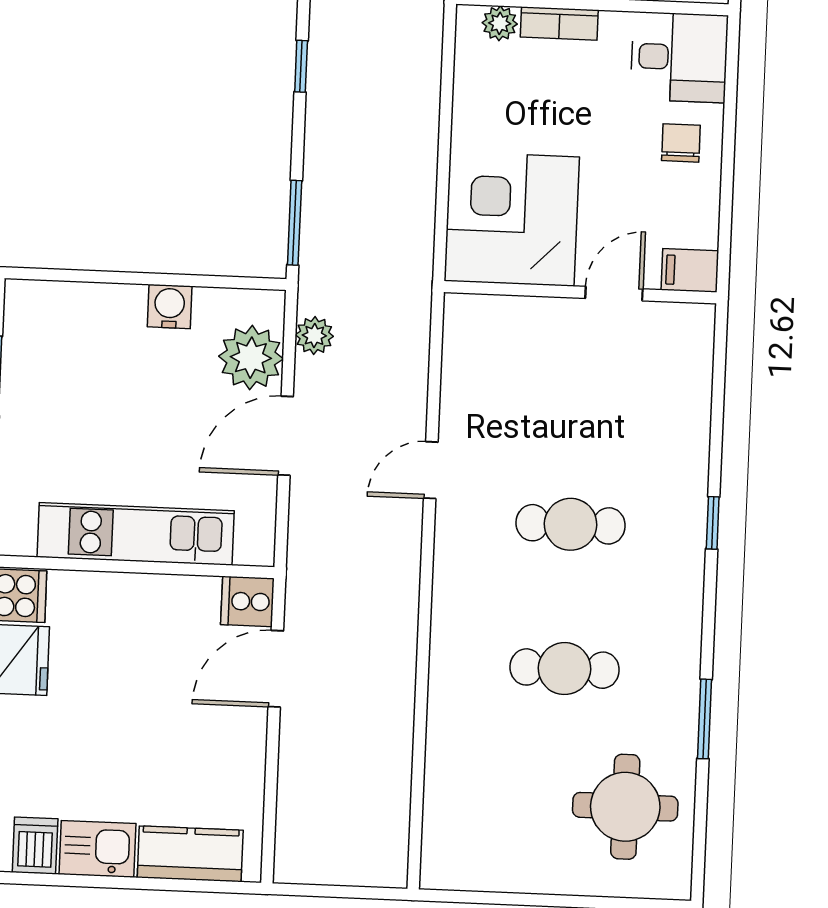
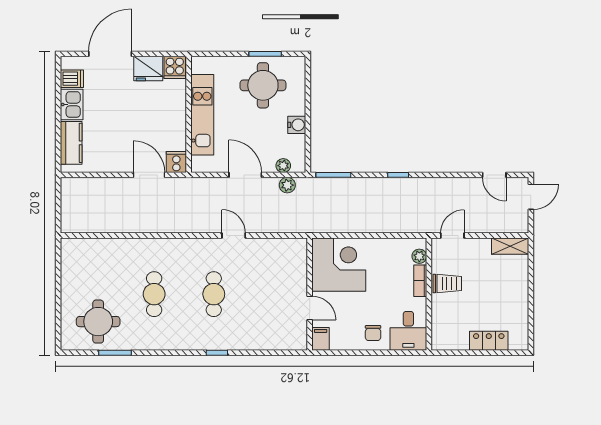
chair: (681, 143) -> (373, 333), turned 90
plant: (251, 358) -> (283, 166), width x0.53, depth x0.53
round table: (71, 384) -> (263, 85), added
window: (704, 719) -> (115, 353), moved

